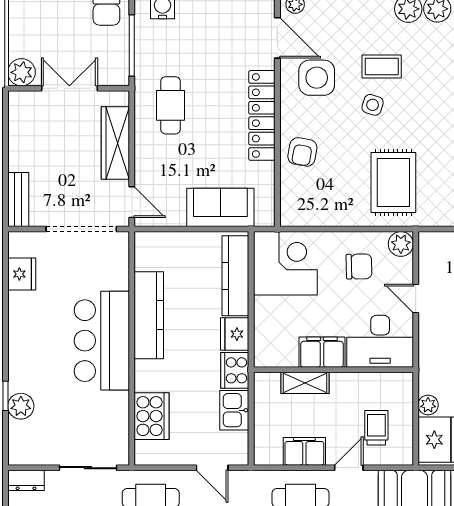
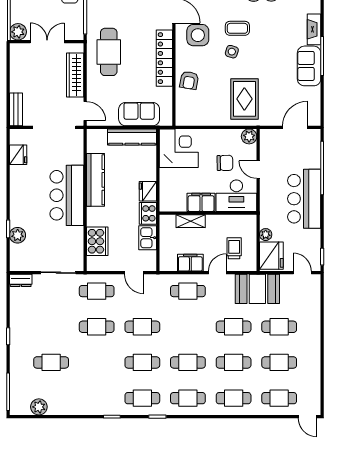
cafe table: (171, 105) -> (109, 52), width x1.37, depth x1.35
chair: (359, 266) -> (225, 163), moved
kitchen counter: (235, 276) -> (132, 137), moved, turned -90

